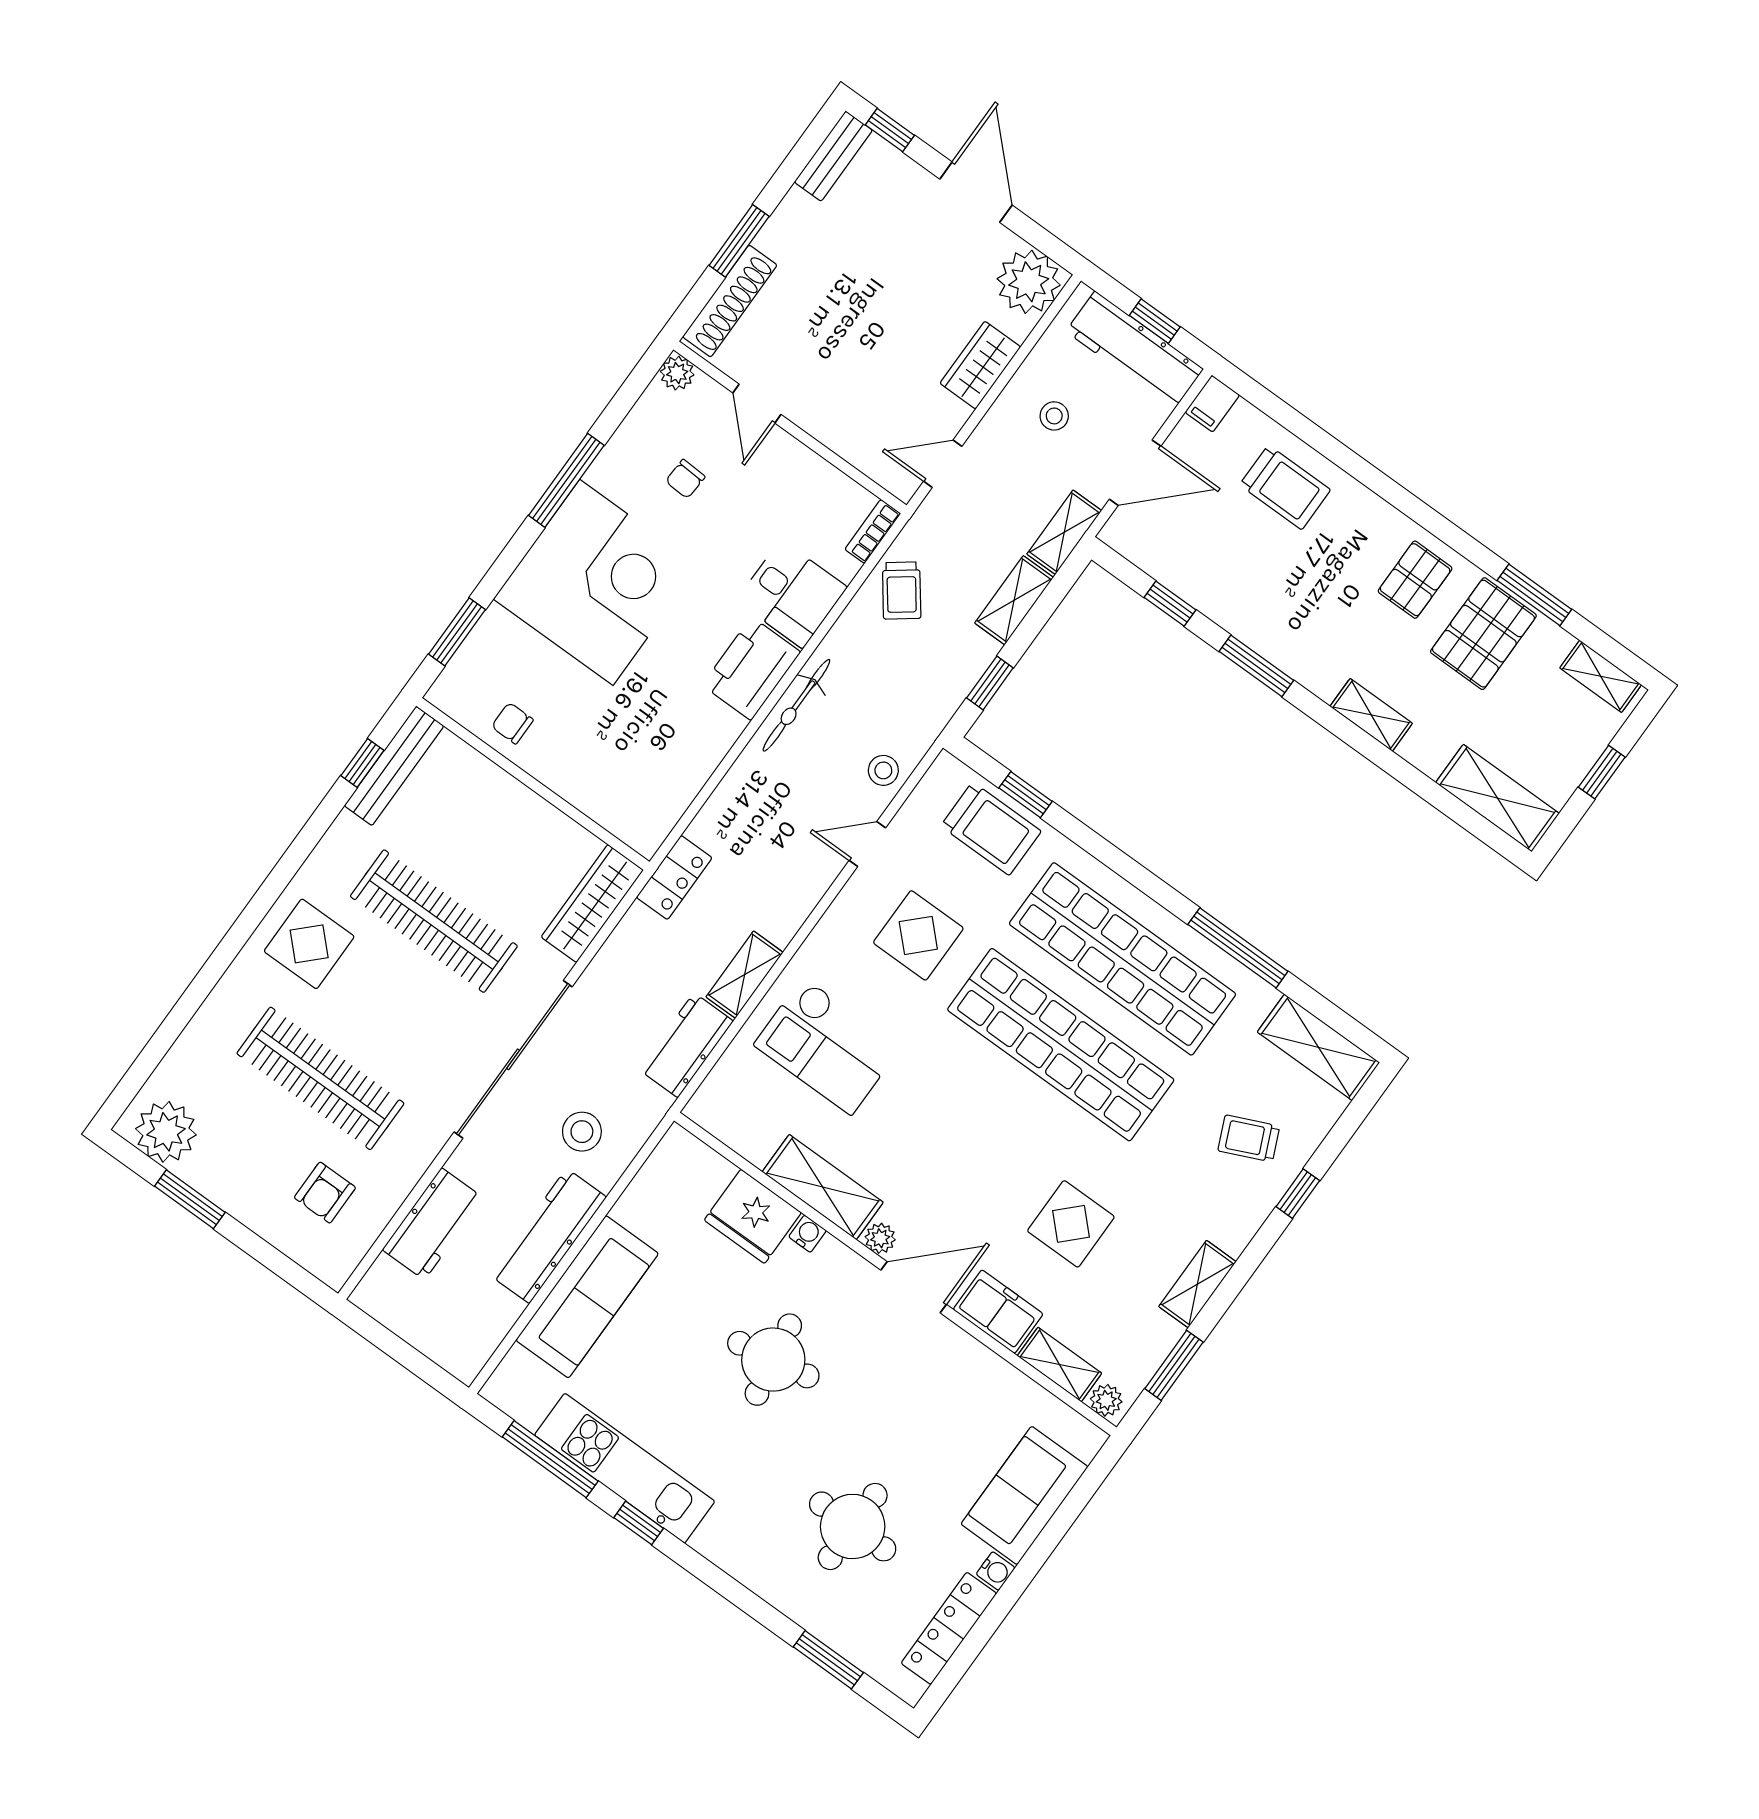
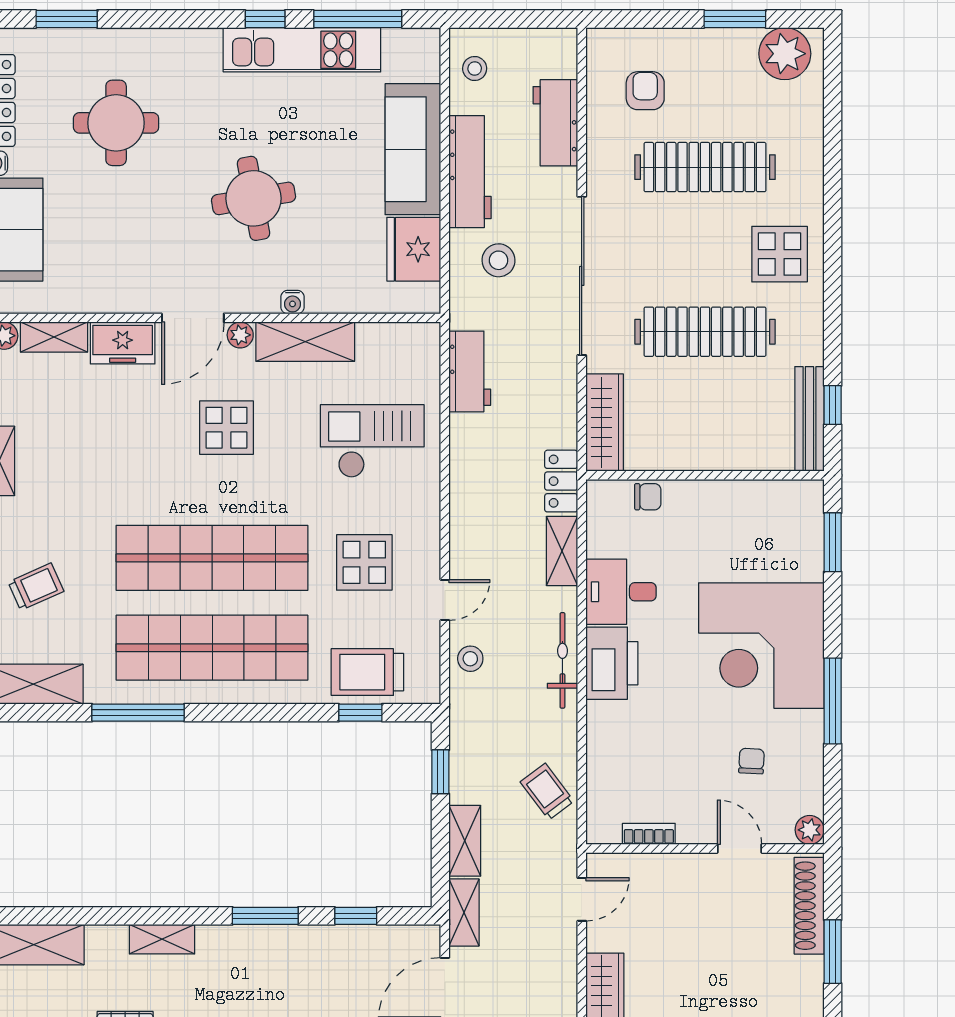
stool: (1054, 416) -> (475, 69), moved
bookcase: (873, 531) -> (649, 834), moved, turned -90
desk: (792, 594) -> (621, 592), moved
chair: (512, 723) -> (648, 497), moved
shelving: (745, 975) -> (562, 551), moved
fridge: (753, 1216) -> (414, 249), moved, turned -90
display table: (1071, 1224) -> (226, 428), moved

